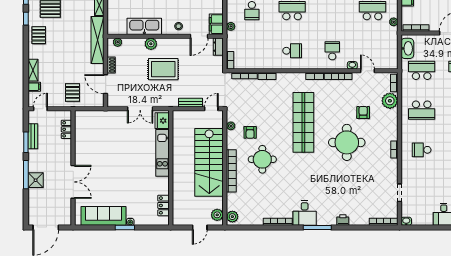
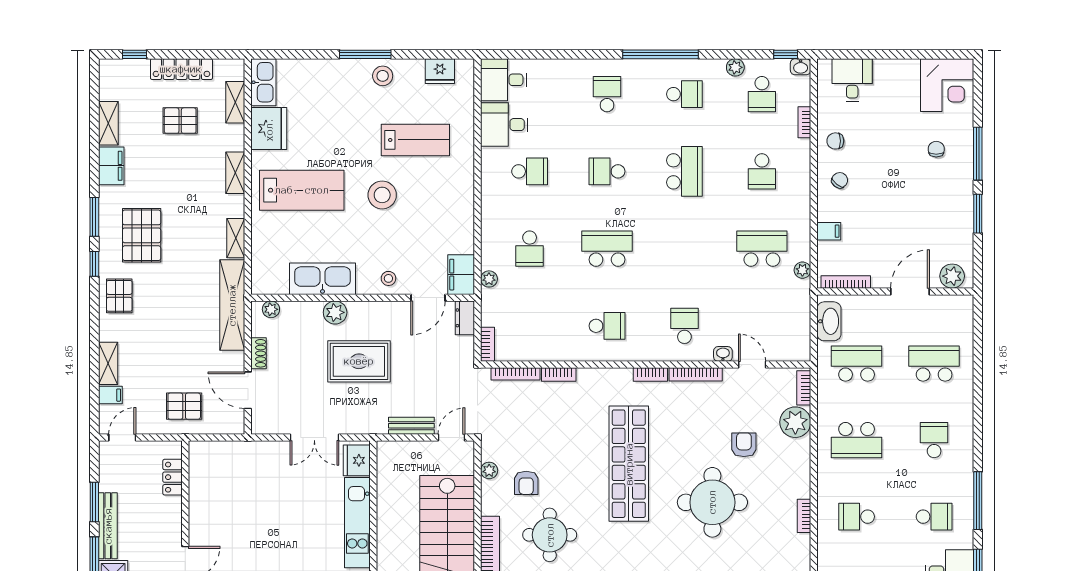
pallet: (72, 92) -> (184, 406), turned 90
bench: (33, 136) -> (108, 526), moved, width x1.36

